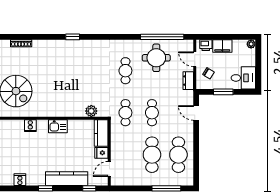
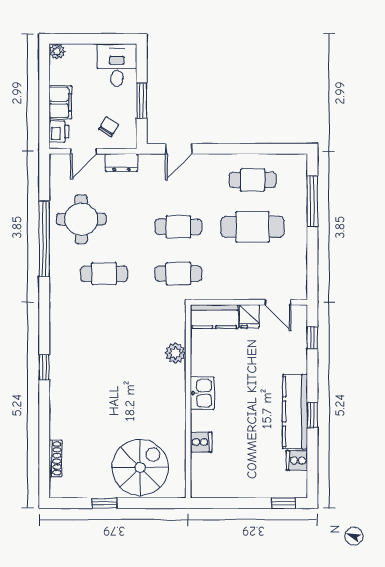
window: (162, 37) -> (44, 239), moved
plant: (91, 111) -> (175, 353), moved
cafe table: (178, 155) -> (253, 180), width x0.73, depth x0.74
kitchen counter: (67, 179) -> (295, 411), moved

